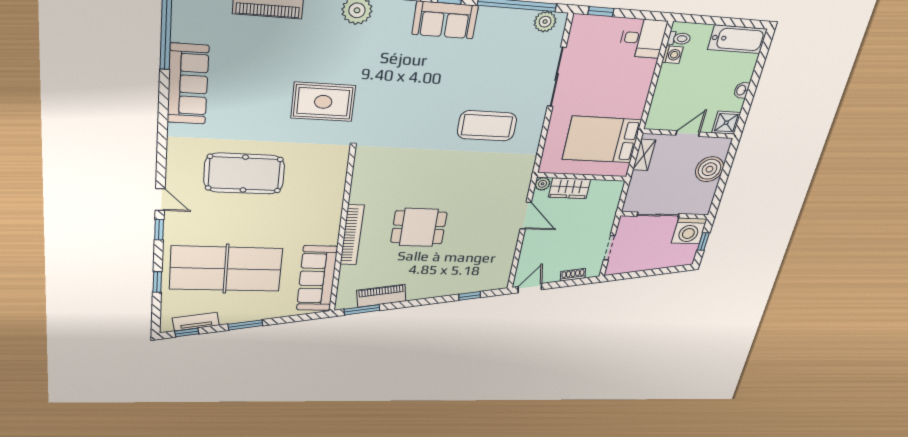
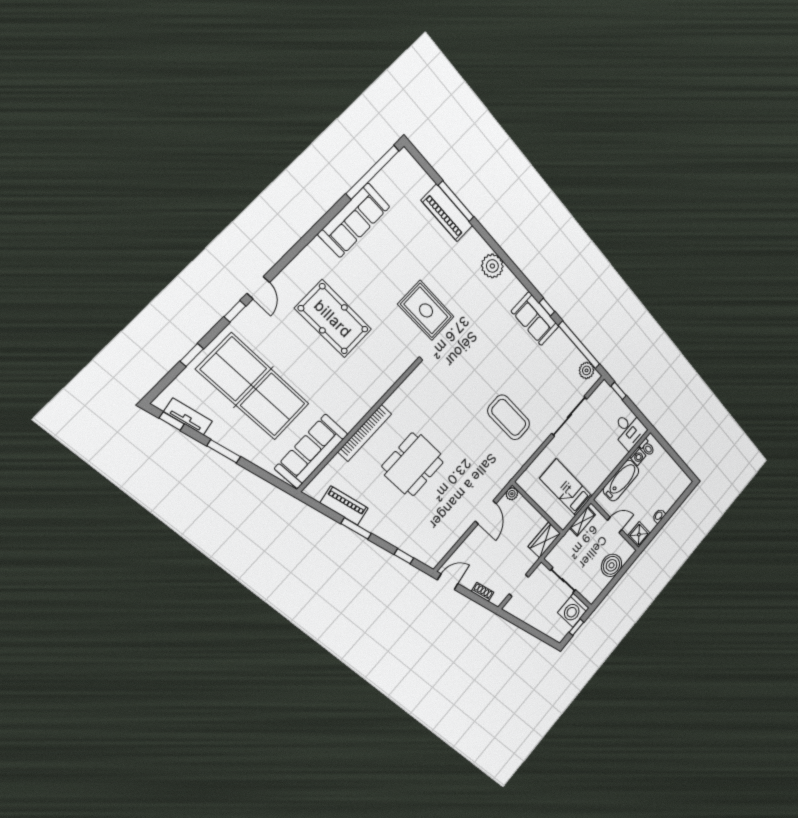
bathtub: (737, 39) -> (621, 481), moved, turned -90
bed: (602, 140) -> (566, 487), width x0.67
wardrobe: (570, 188) -> (544, 540), moved, turned 90
dining table: (419, 227) -> (413, 464), width x1.38
window: (362, 310) -> (356, 528), moved

